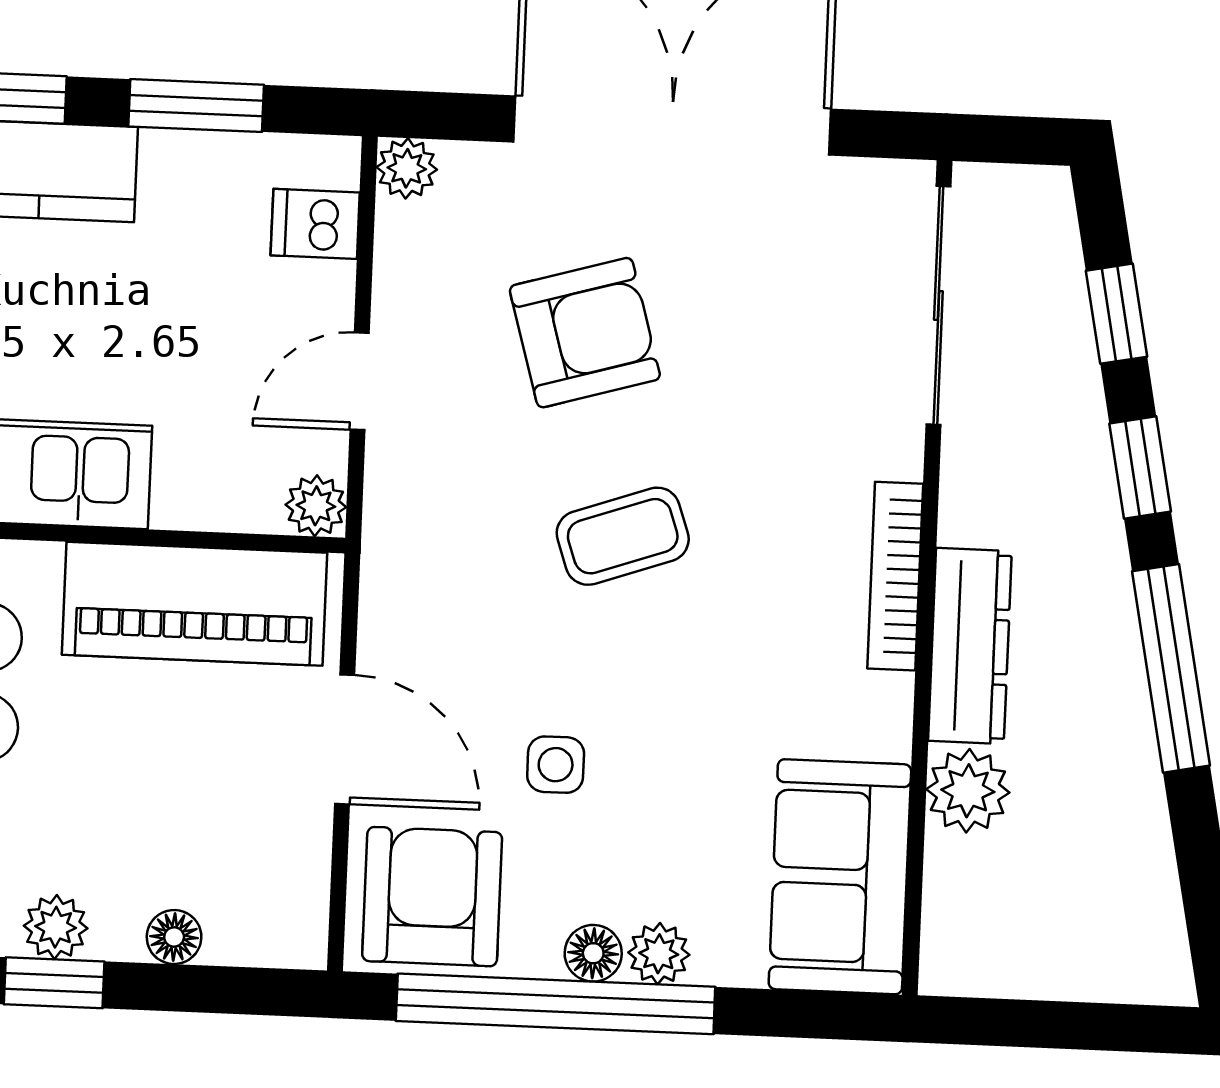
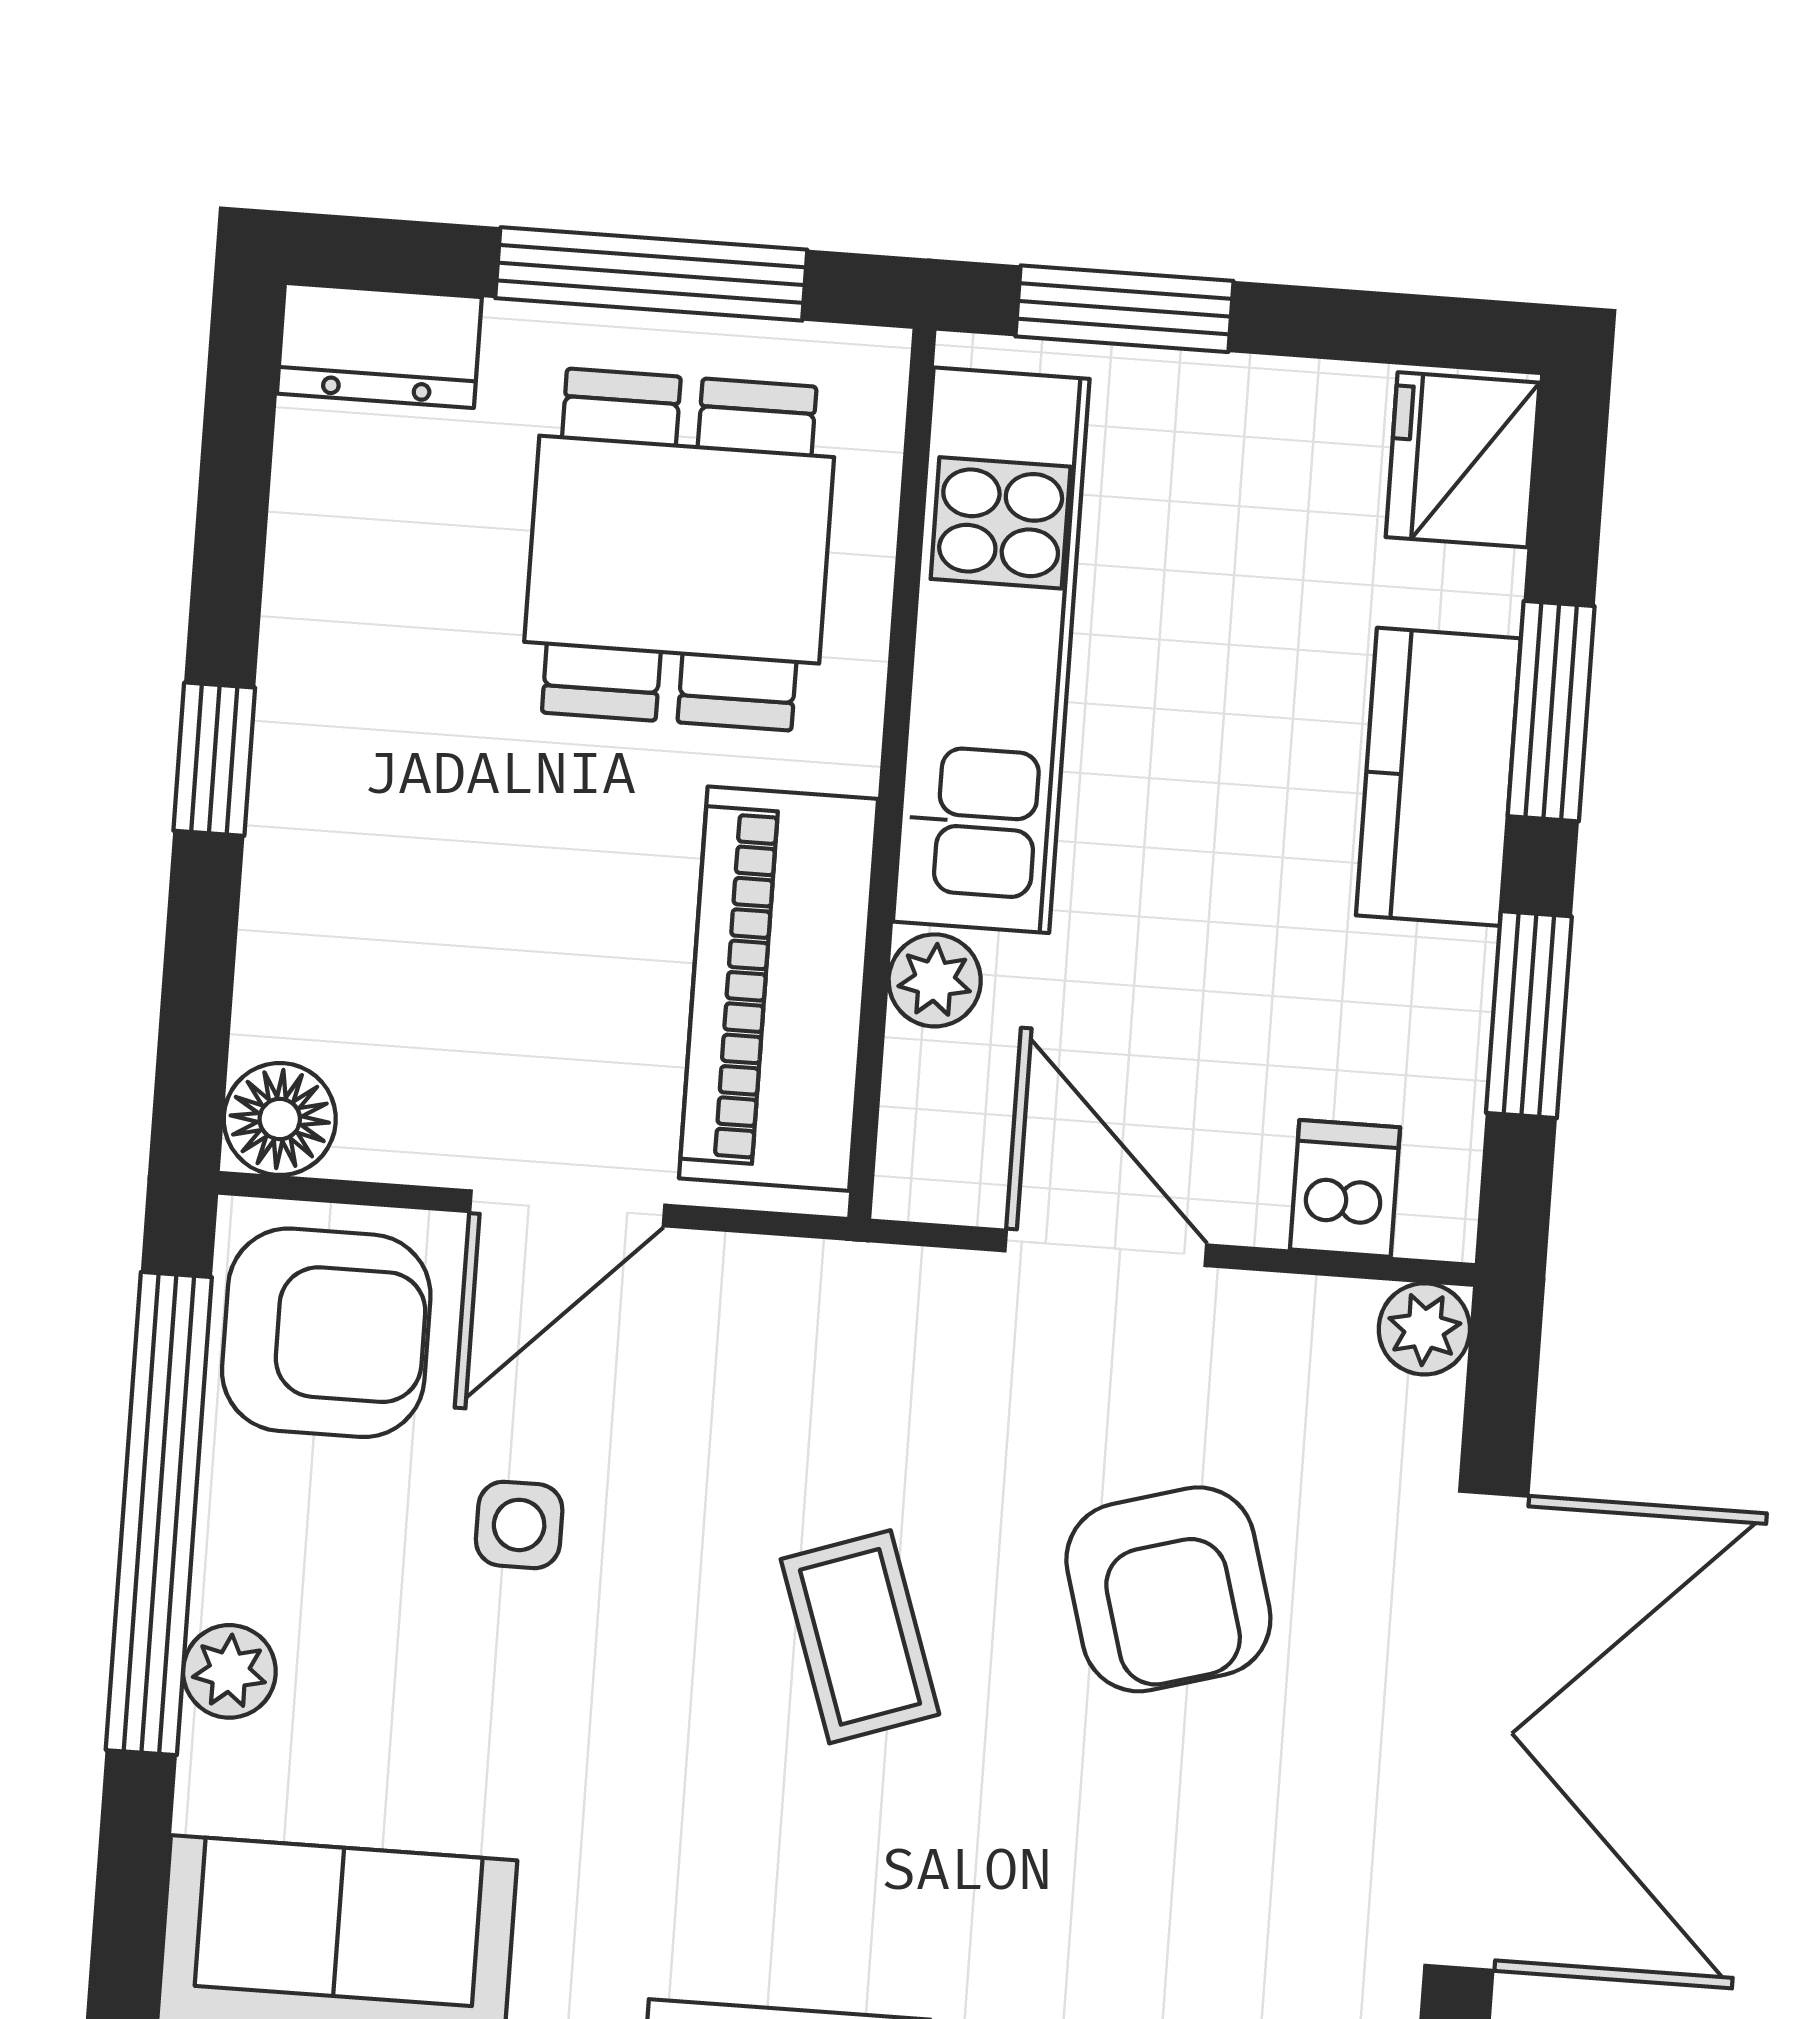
door: (360, 381) -> (1106, 1248), width x1.38
plant: (316, 506) -> (935, 980), moved
plant: (56, 927) -> (298, 764), removed
floor lamp: (174, 937) -> (280, 1119), moved, width x1.37, depth x1.37
floor lamp: (593, 953) -> (233, 1573), removed

